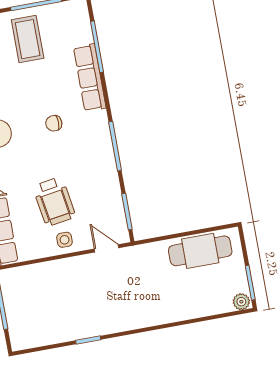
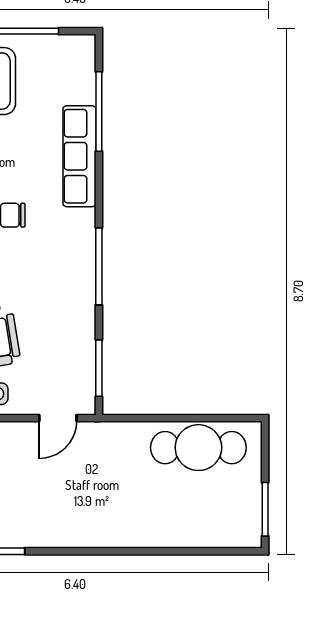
door: (106, 248) -> (58, 418), swing flipped
plant: (241, 302) -> (247, 535), removed

